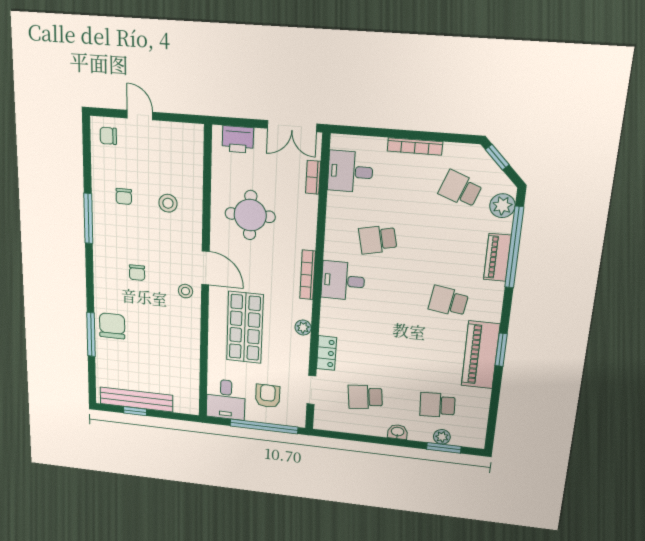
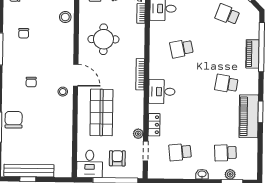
stool: (168, 203) -> (65, 17), moved
plant: (502, 206) -> (252, 23), removed
desk: (343, 281) -> (162, 92), moved
plant: (303, 328) -> (138, 134), moved

